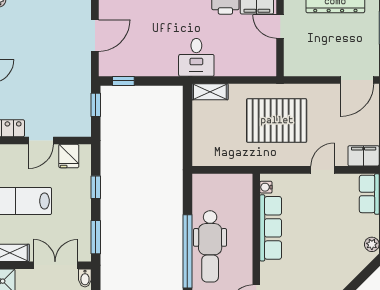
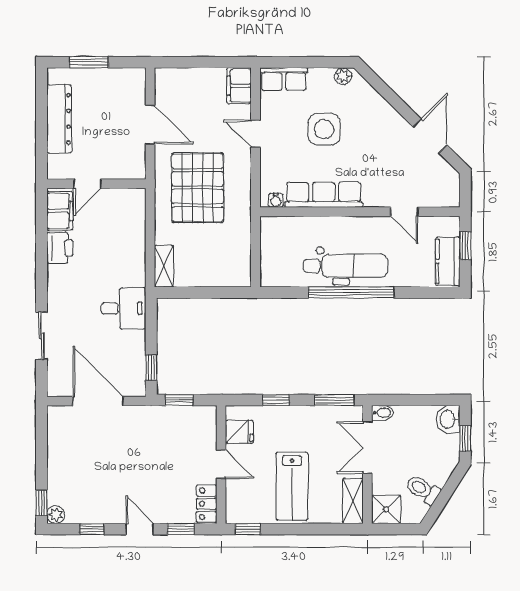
door: (95, 36) -> (98, 401), width x1.36
desk: (196, 57) -> (123, 308), moved
door: (357, 80) -> (150, 125), moved
side table: (327, 228) -> (324, 129), added

